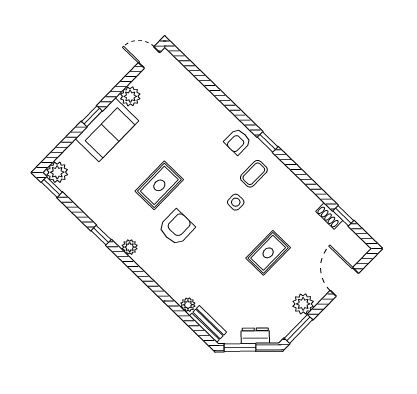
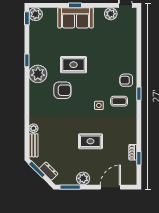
plant: (130, 96) -> (111, 14), moved
plant: (130, 247) -> (38, 74), width x1.88, depth x1.88

